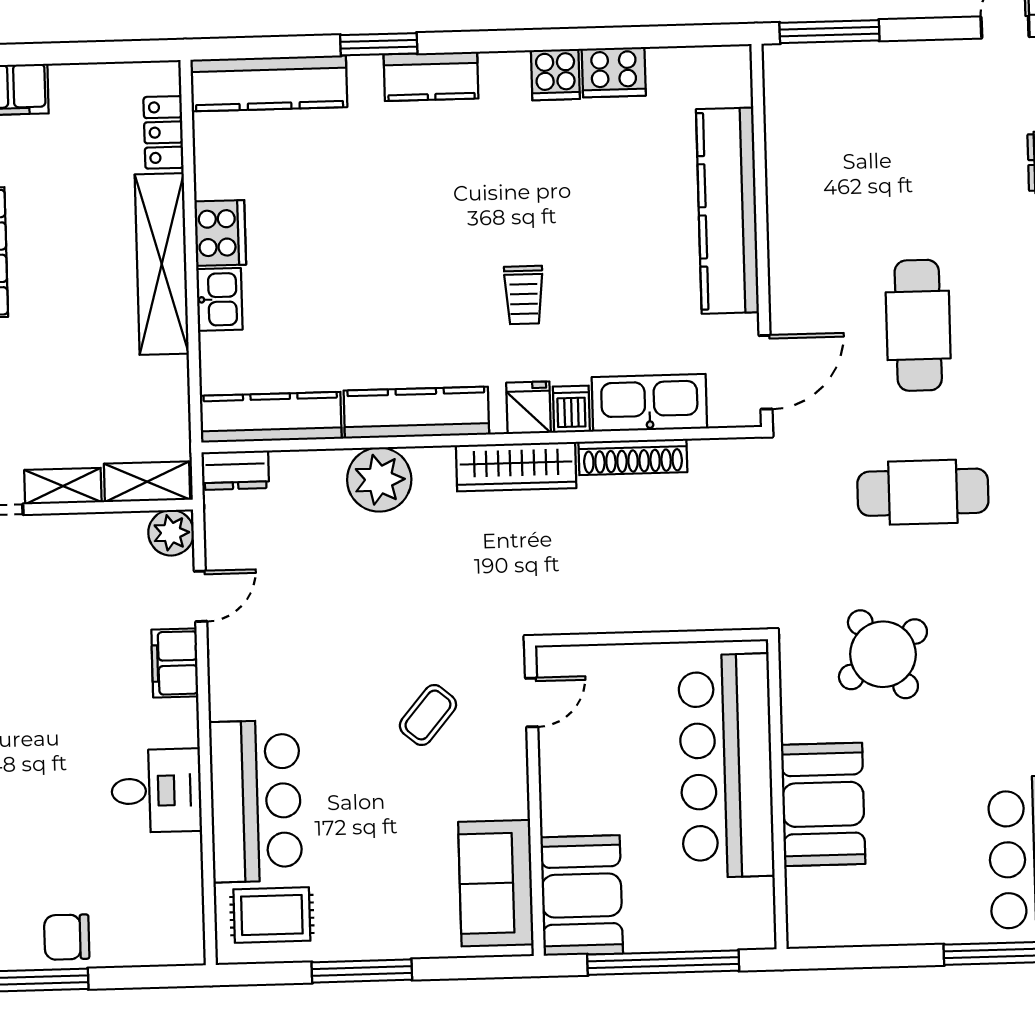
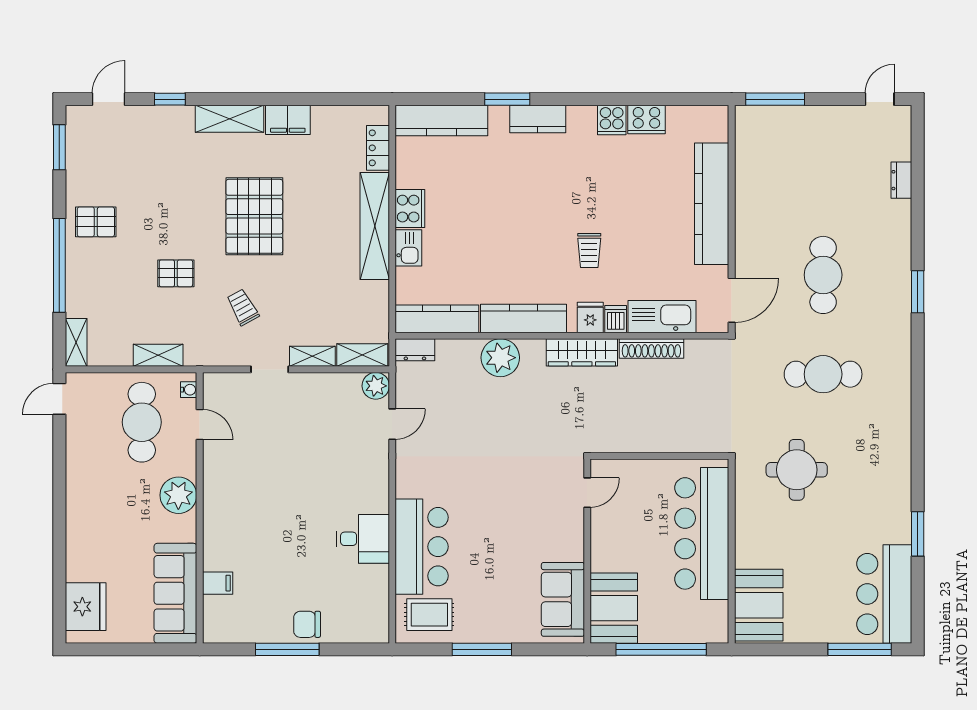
round table: (883, 654) -> (797, 470), turned 34
filing cabinet: (175, 663) -> (376, 463), removed
coffee table: (428, 715) -> (525, 498), removed
booth: (823, 804) -> (759, 605), moved

